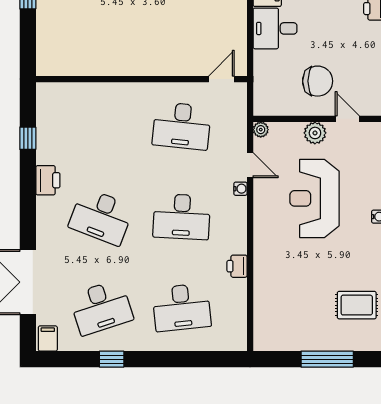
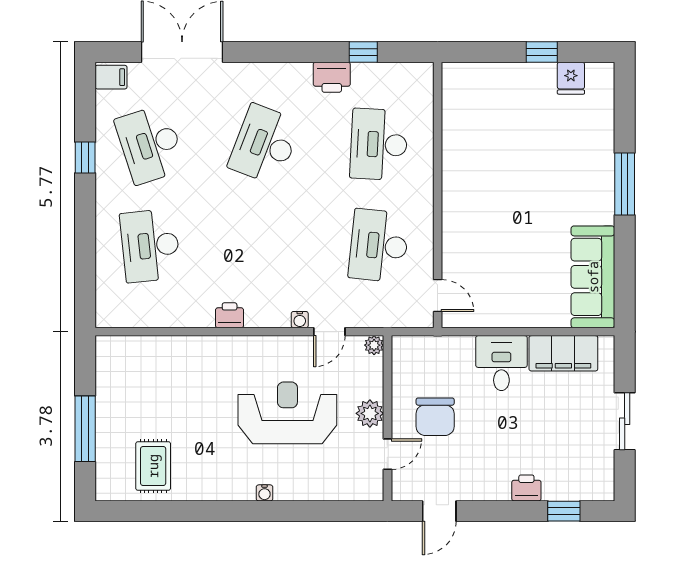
printer: (48, 180) -> (332, 77), moved
desk: (182, 217) -> (379, 144), moved
printer: (237, 266) -> (230, 315), moved

